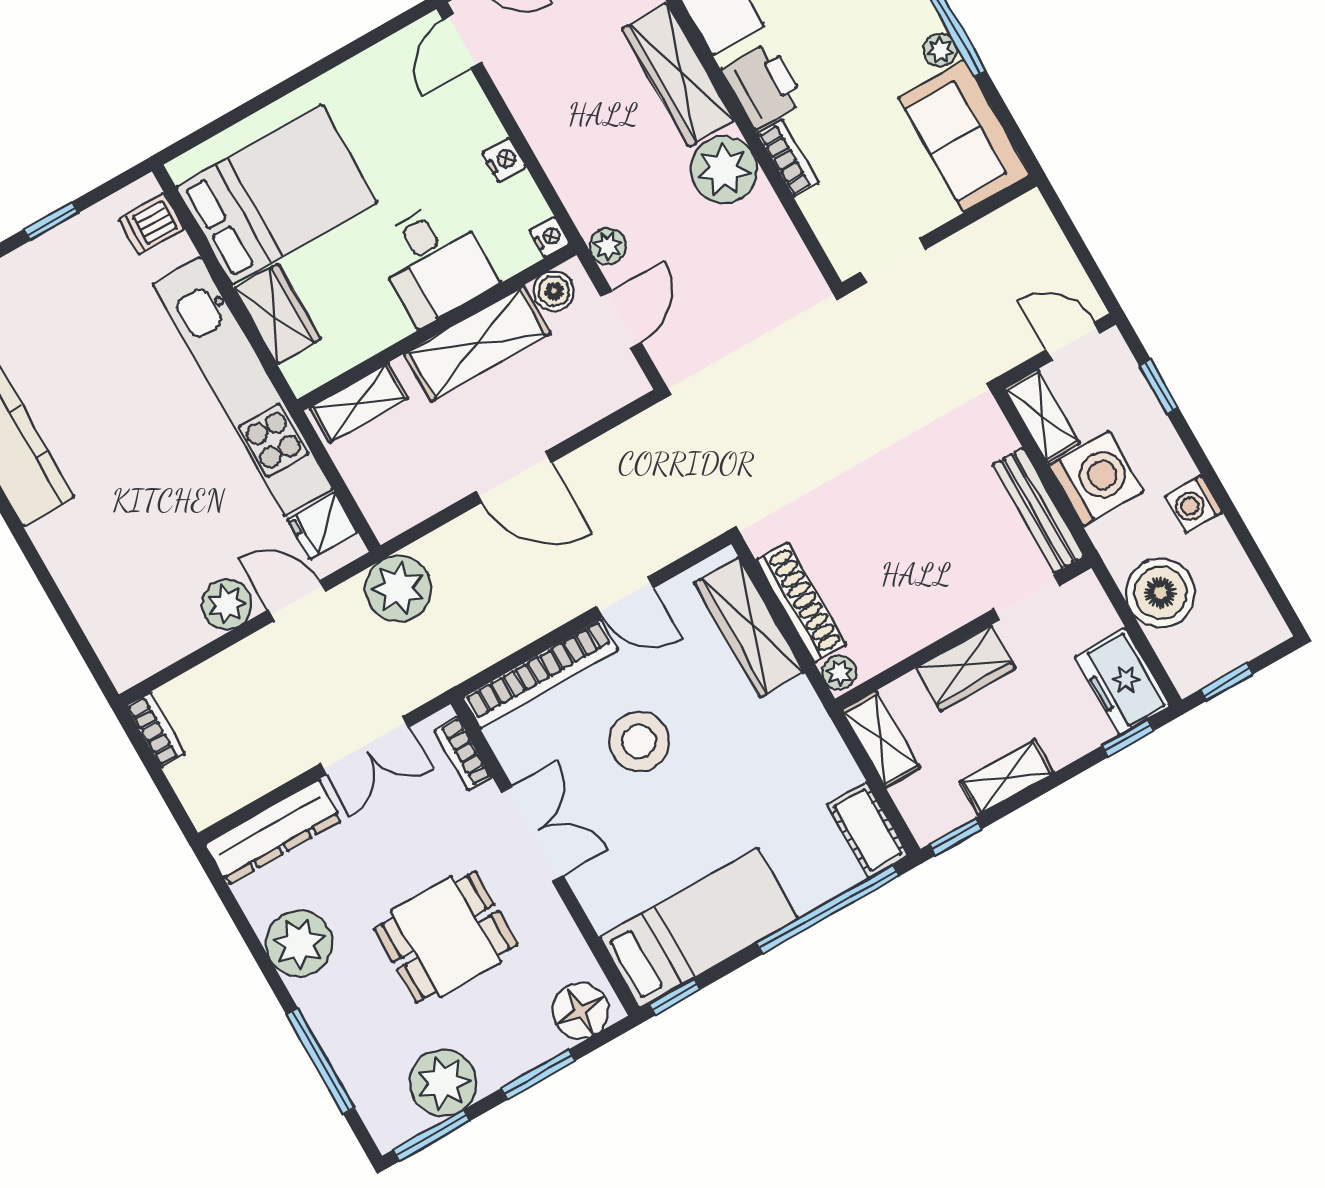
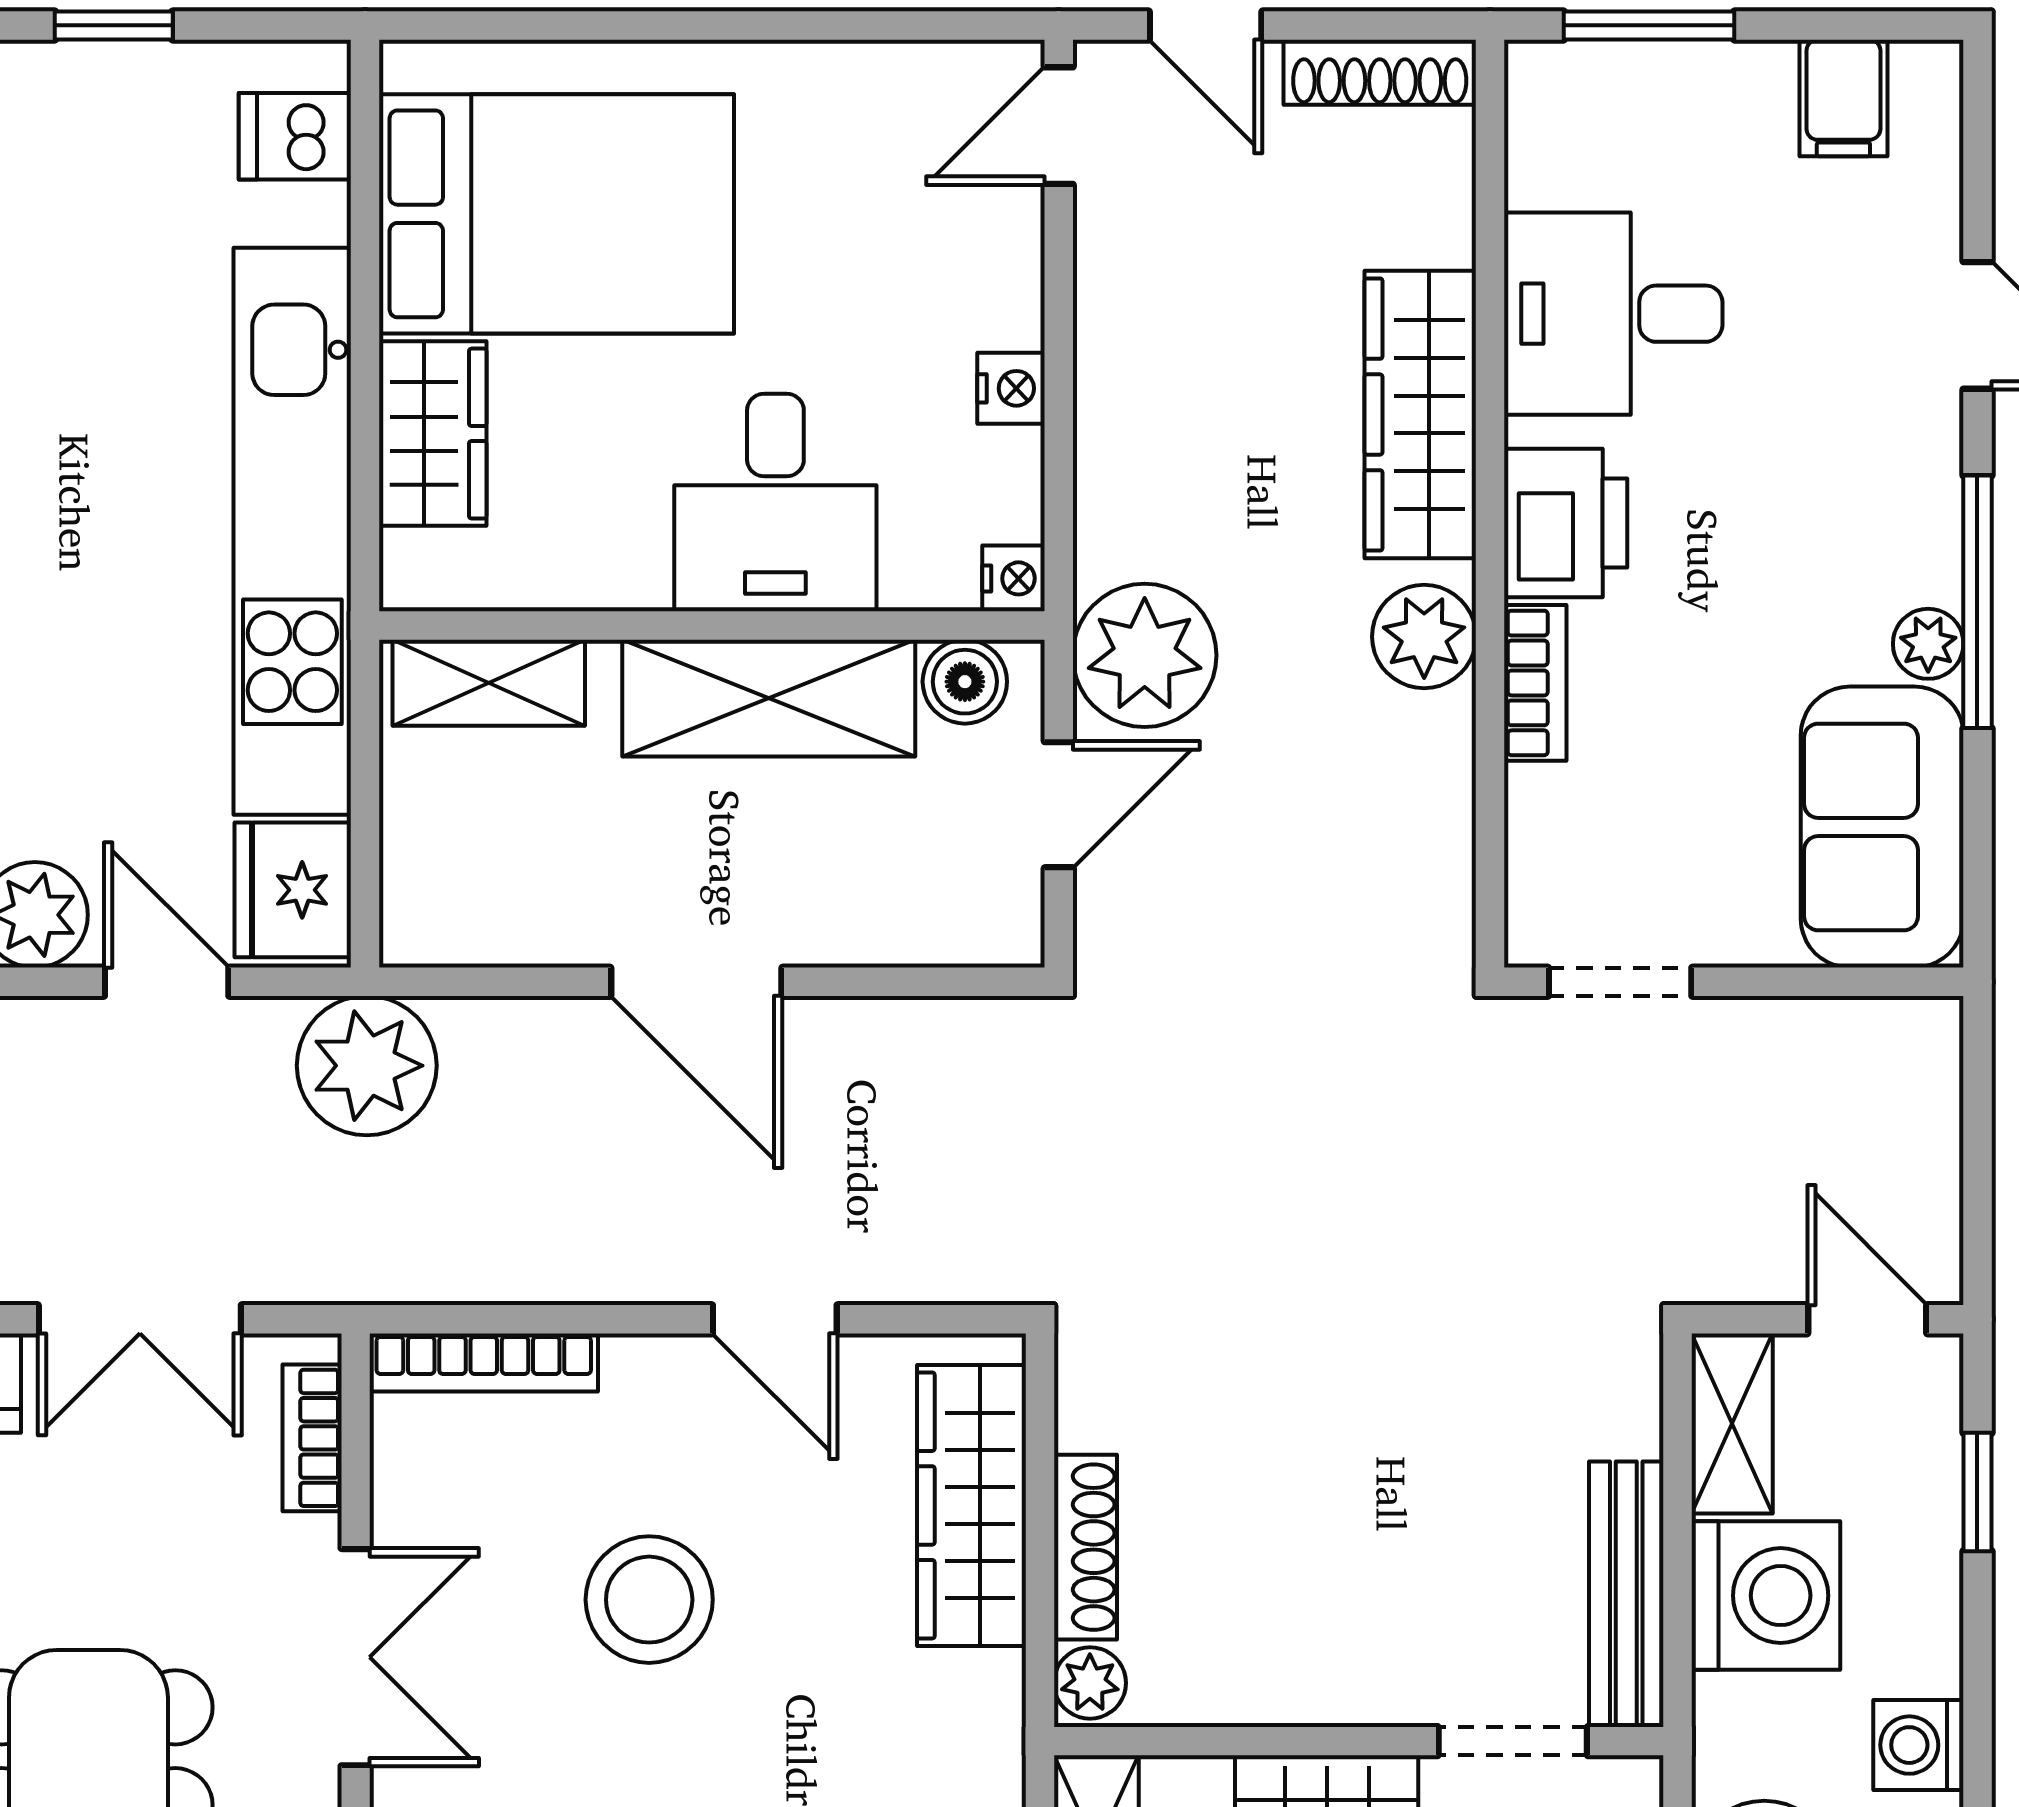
plant: (724, 169) -> (1424, 637), width x0.73, depth x0.73
plant: (608, 246) -> (1145, 655), width x1.87, depth x1.87
fridge: (322, 526) -> (293, 890), width x1.38
shoe rack: (801, 602) -> (1085, 1547), width x0.74, depth x0.81
bookcase: (540, 674) -> (484, 1362), width x0.68, depth x0.76

